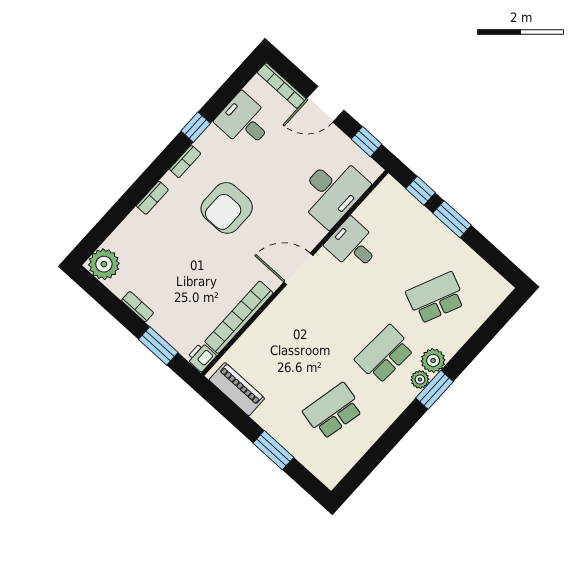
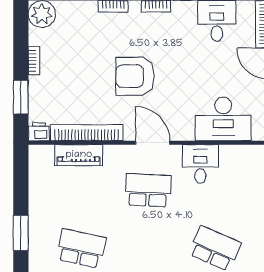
armchair: (227, 208) -> (135, 76), moved
school desk: (384, 354) -> (148, 190), moved
piano: (237, 389) -> (79, 155), moved, turned 90

